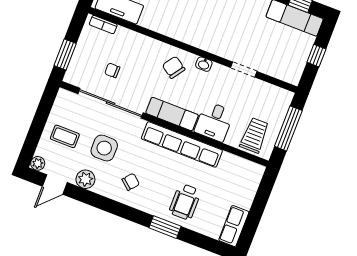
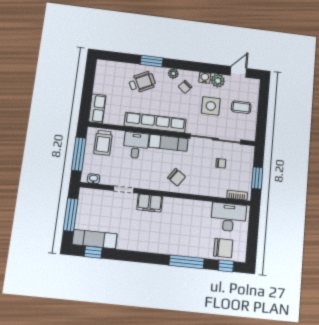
filing cabinet: (216, 44) -> (150, 203), added
window: (65, 55) -> (257, 178), moved
window: (316, 56) -> (71, 215), width x2.17
washbasin: (204, 64) -> (94, 179), moved
plant: (38, 163) -> (173, 74), moved
water cooler: (101, 188) -> (205, 78), added
wheelchair: (185, 202) -> (142, 82), turned 64
row of seats: (234, 226) -> (97, 109), moved

